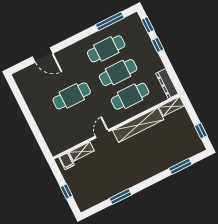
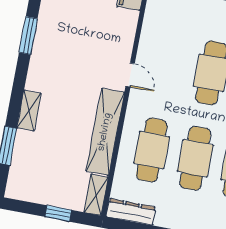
window: (201, 131) -> (58, 213), moved
shelving: (82, 151) -> (29, 111), moved

